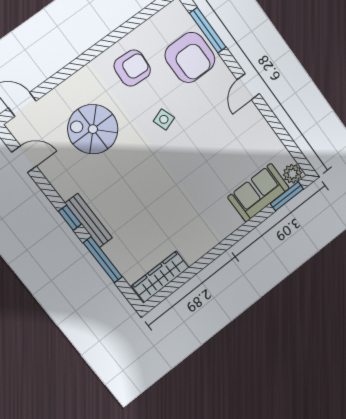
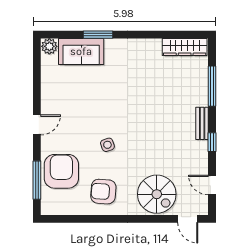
spiral stairs: (93, 129) -> (157, 194), moved
window: (287, 196) -> (98, 35), moved
window: (70, 218) -> (212, 142), moved
bench: (89, 220) -> (202, 123), width x0.73

